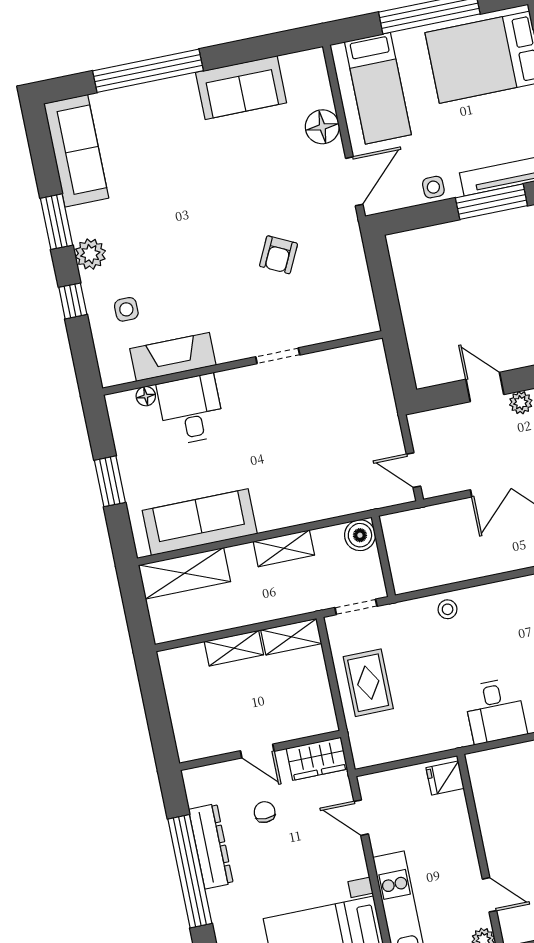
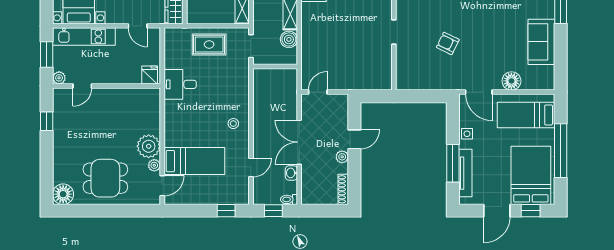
boiler: (360, 535) -> (289, 39), moved
stool: (448, 609) -> (233, 124), moved
desk: (495, 711) -> (180, 84), moved
door: (361, 818) -> (138, 26), swing flipped

